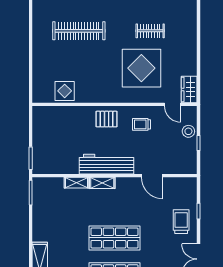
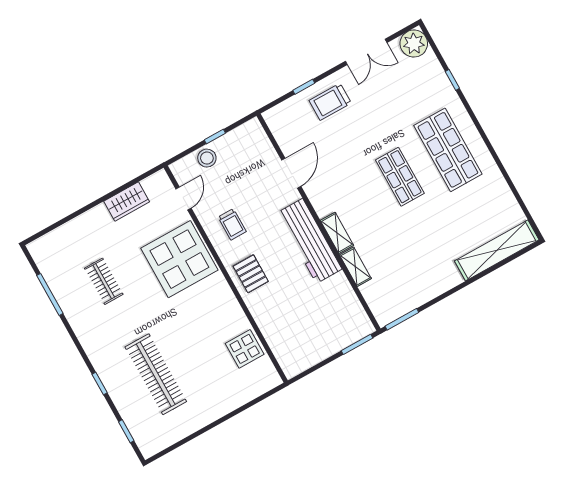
display table: (141, 68) -> (179, 259), moved
wardrobe: (189, 89) -> (127, 202), moved
shop shelf: (115, 238) -> (400, 177), width x0.70, depth x0.74

